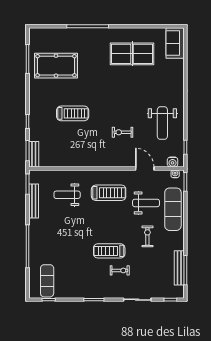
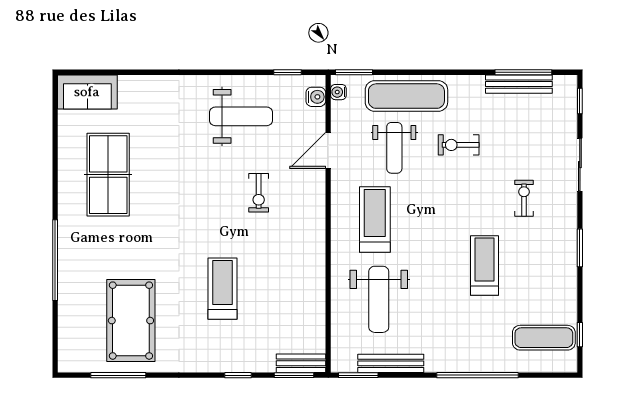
weight bench: (67, 195) -> (379, 299), width x1.36, depth x1.33
weight bench: (146, 203) -> (394, 148), turned 180
treadmill: (109, 251) -> (485, 266), moved, turned 180

